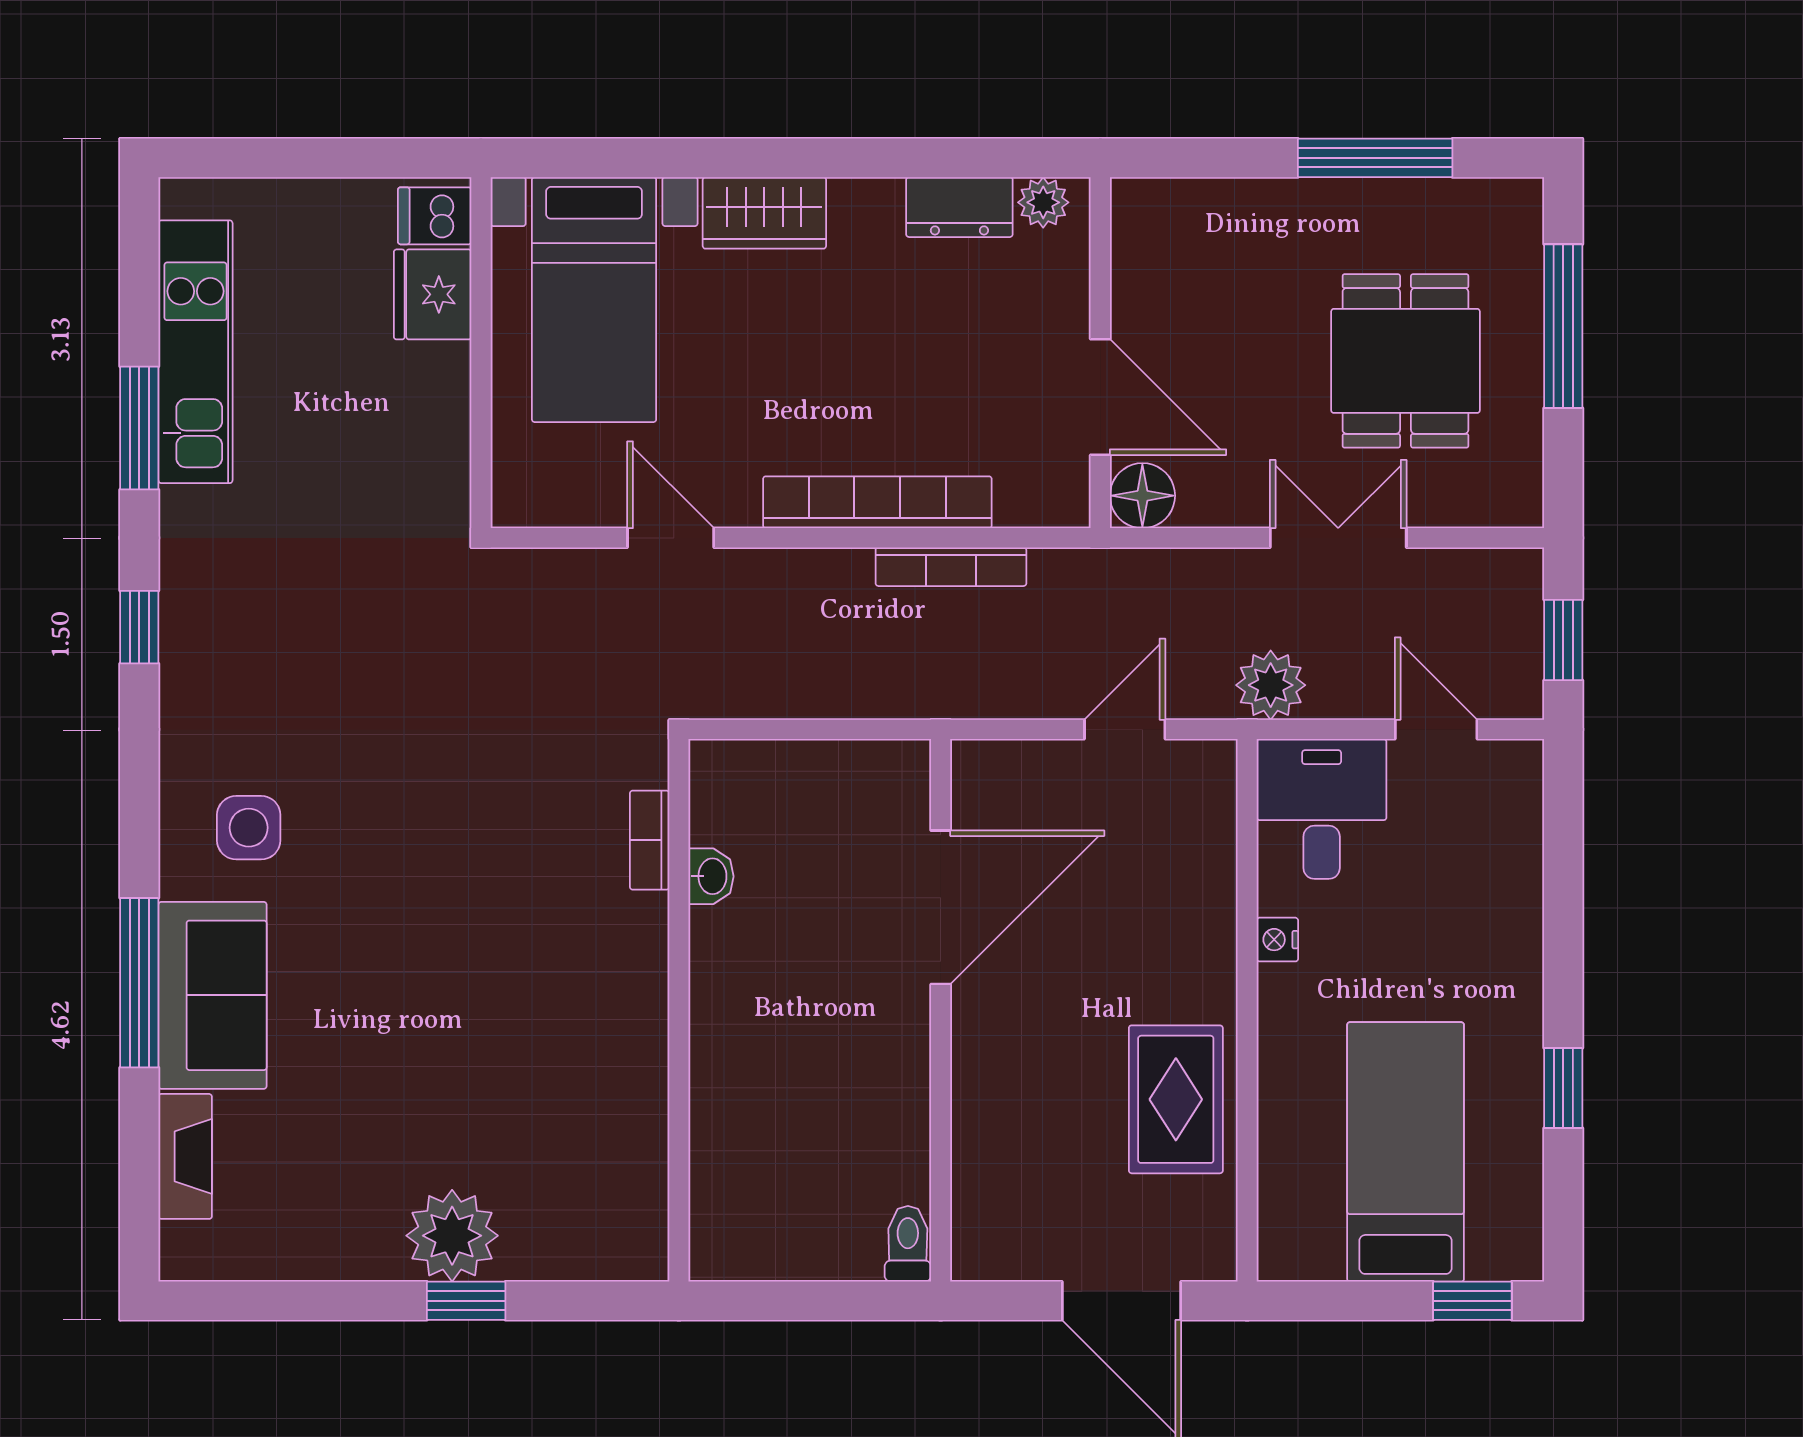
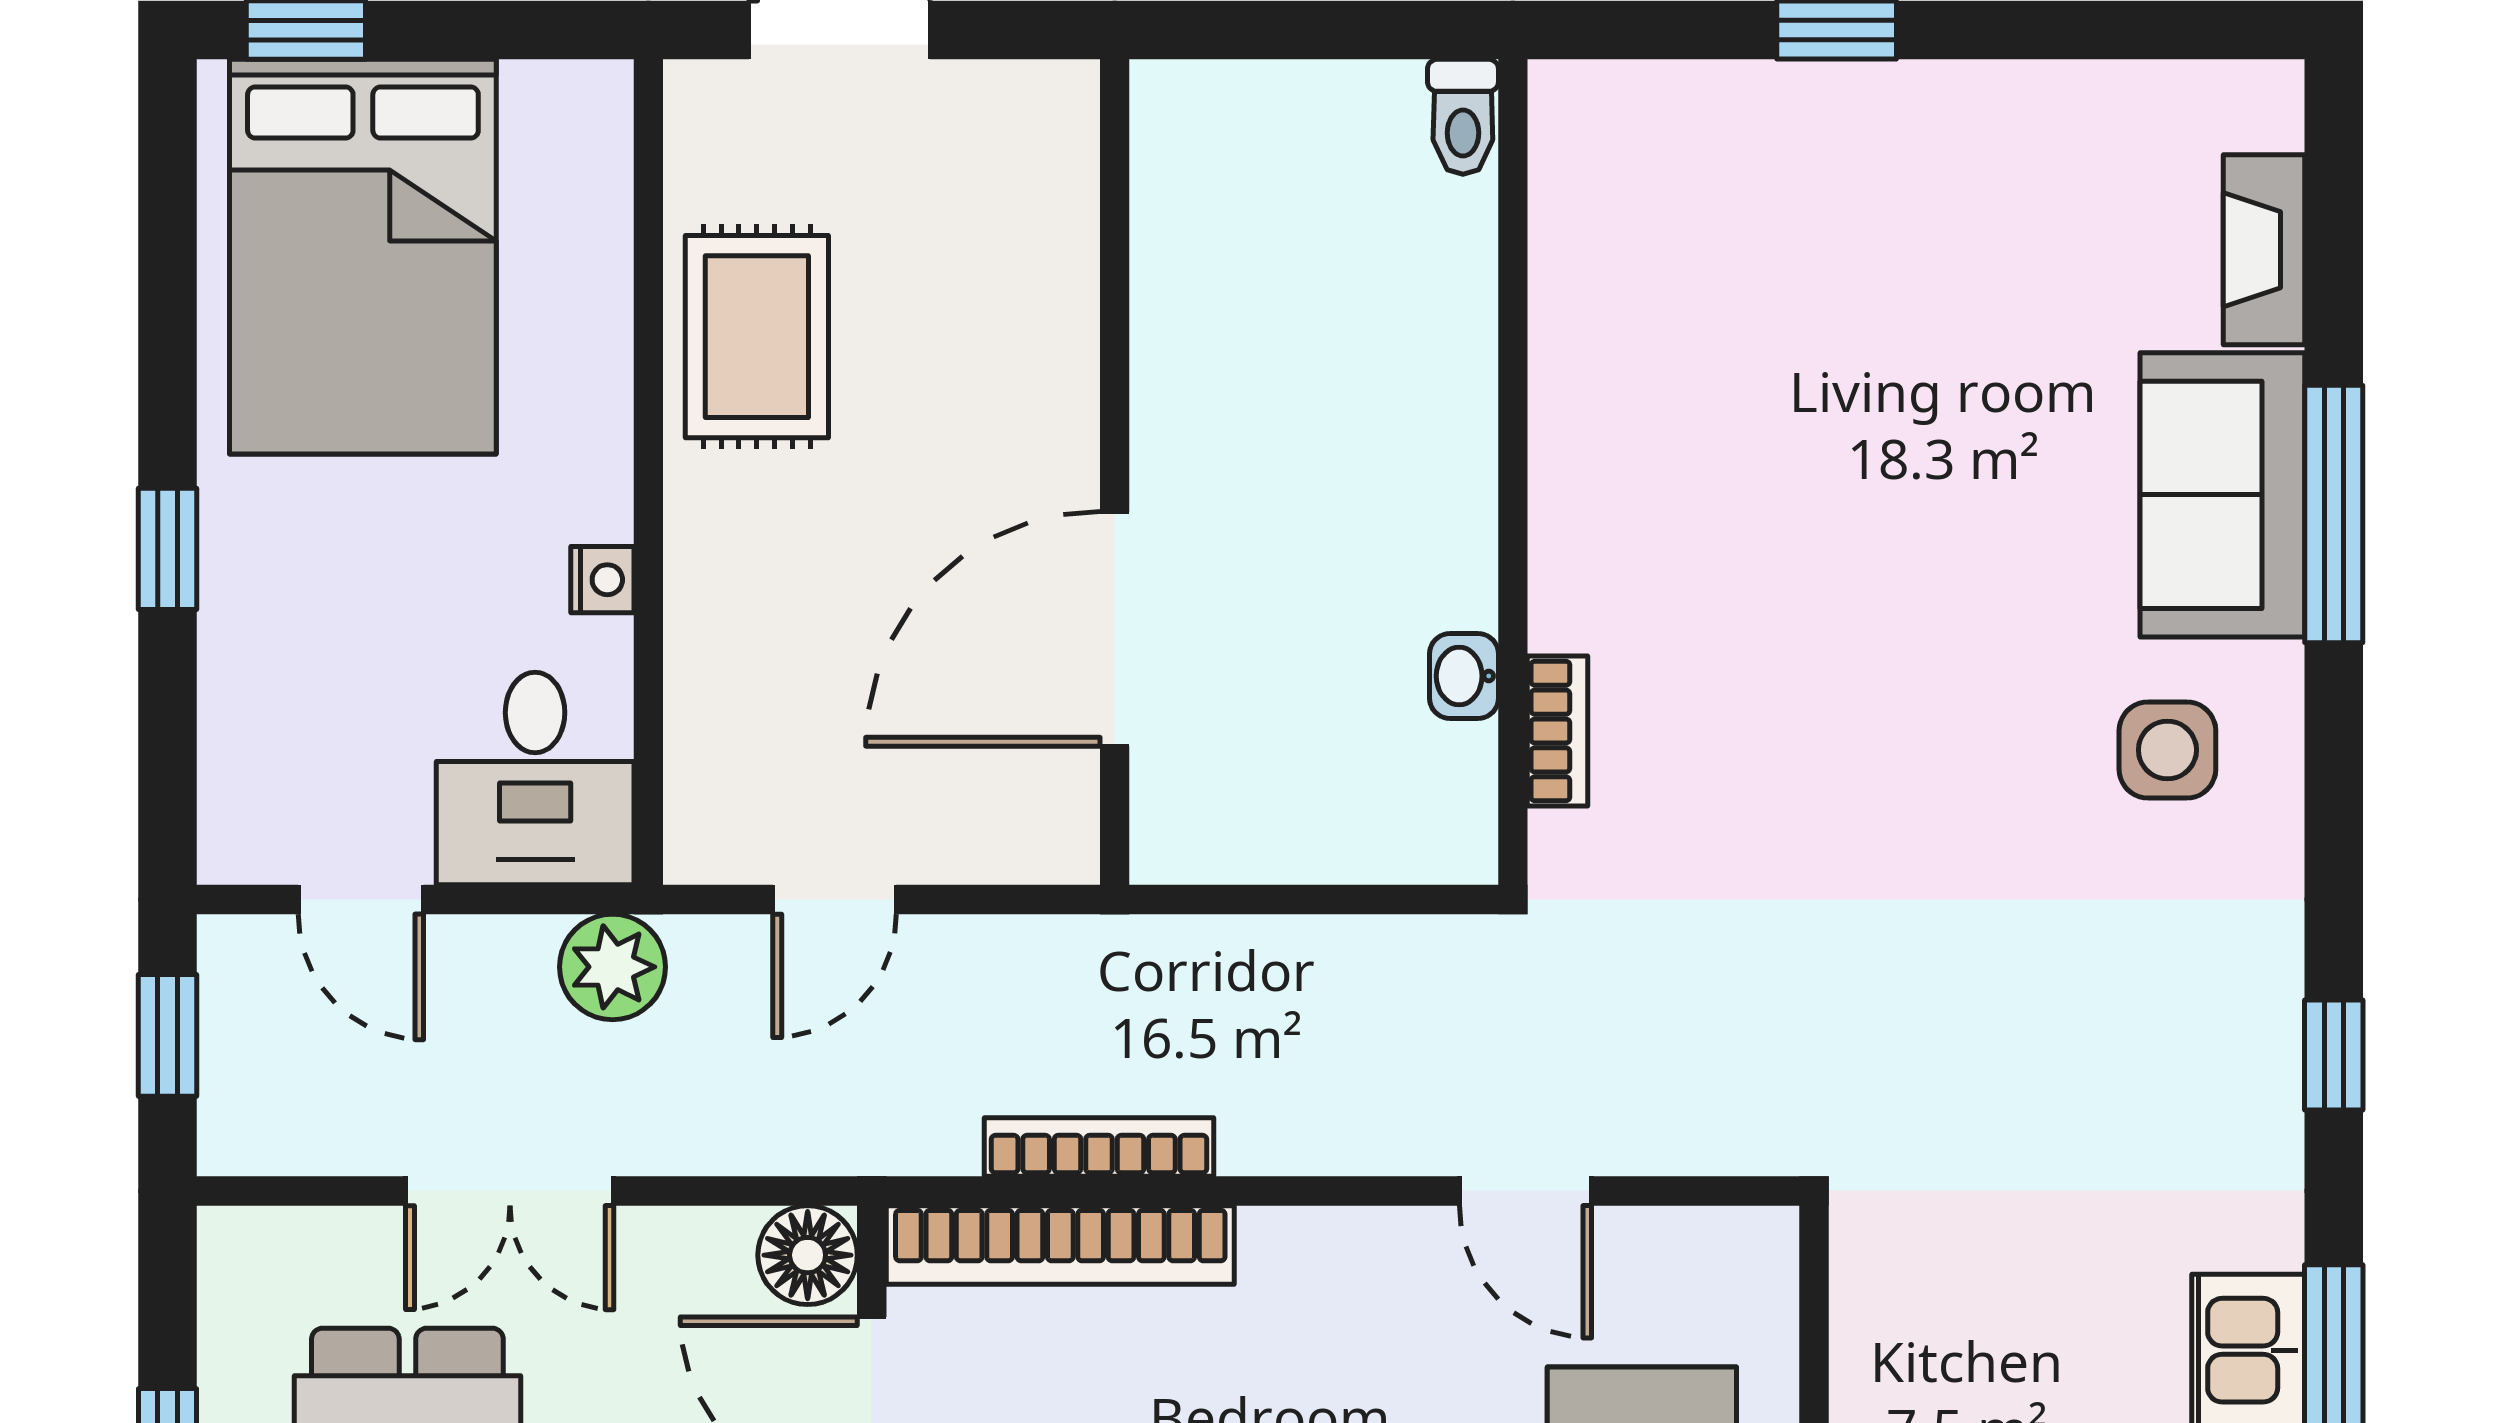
bookcase: (877, 502) -> (1060, 1245), moved
window: (1563, 1088) -> (167, 549), moved
bed: (1406, 1152) -> (363, 257), width x1.50
plant: (452, 1236) -> (1858, 129), removed
toilet: (908, 1244) -> (1463, 117), moved

